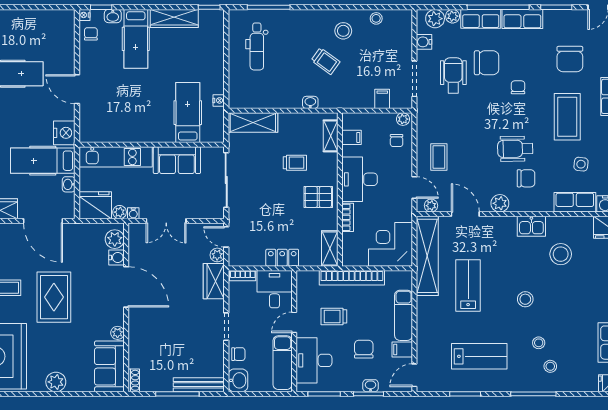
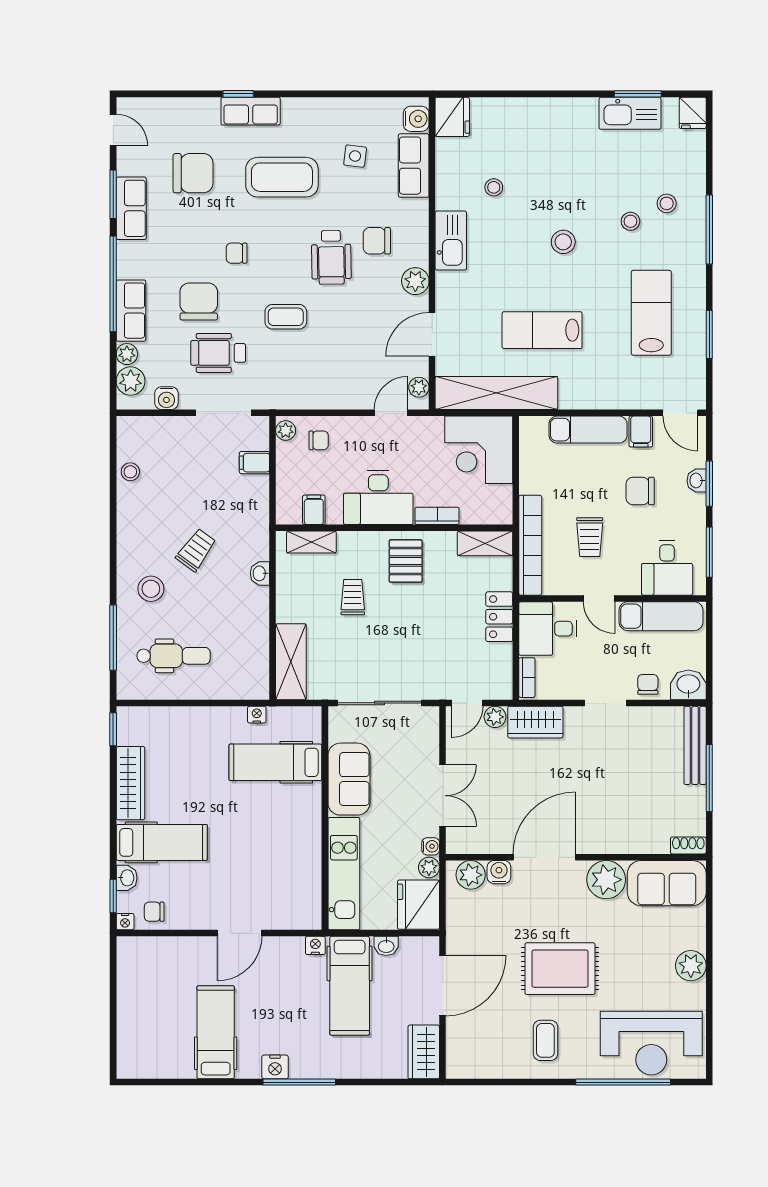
row of seats: (522, 19) -> (131, 208), moved
stool: (343, 31) -> (151, 589), moved
nightstand: (64, 133) -> (315, 945), width x0.53, depth x0.56
coffee table: (439, 157) -> (286, 317), moved
chair: (526, 178) -> (377, 241), turned -90
kitchen sink: (531, 226) -> (451, 241), width x1.38
stool: (561, 254) -> (494, 187), width x0.53, depth x0.53
bookcase: (352, 278) -> (530, 545), moved
plant: (118, 333) -> (606, 880), width x1.87, depth x1.87
desk: (314, 360) -> (667, 568), width x0.73

